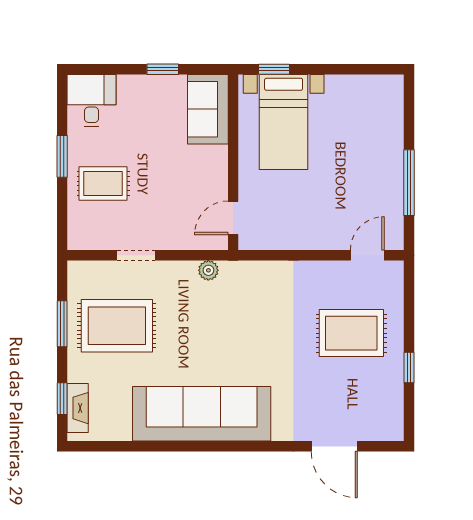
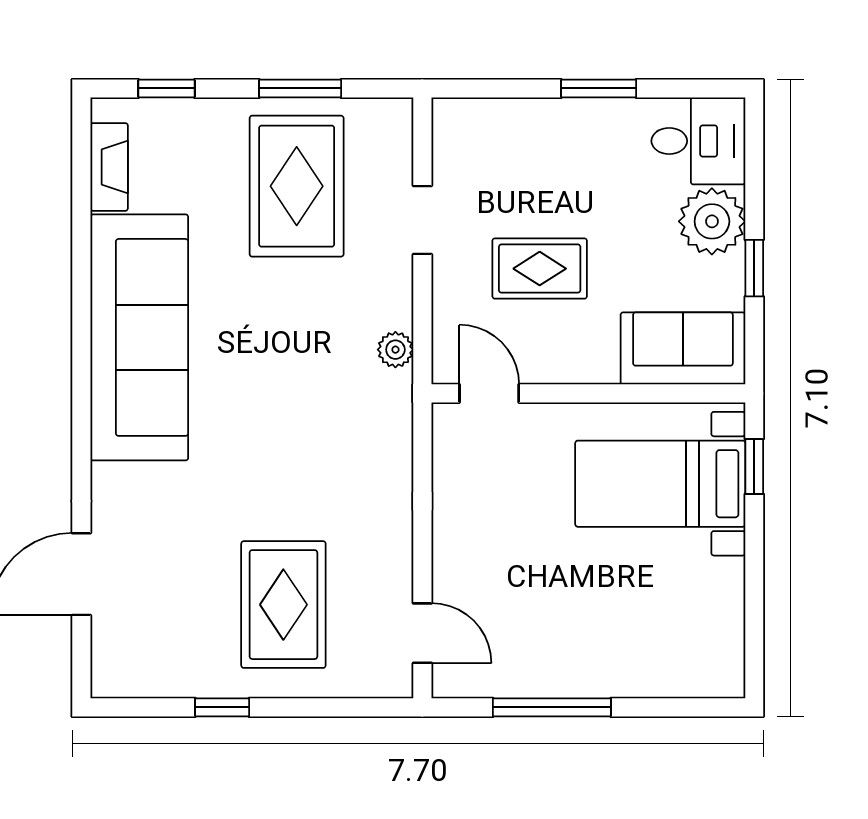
plant: (137, 93) -> (712, 221), added
rug: (103, 184) -> (540, 269), moved, turned 90
fireplace: (78, 408) -> (109, 167), moved, turned -90

